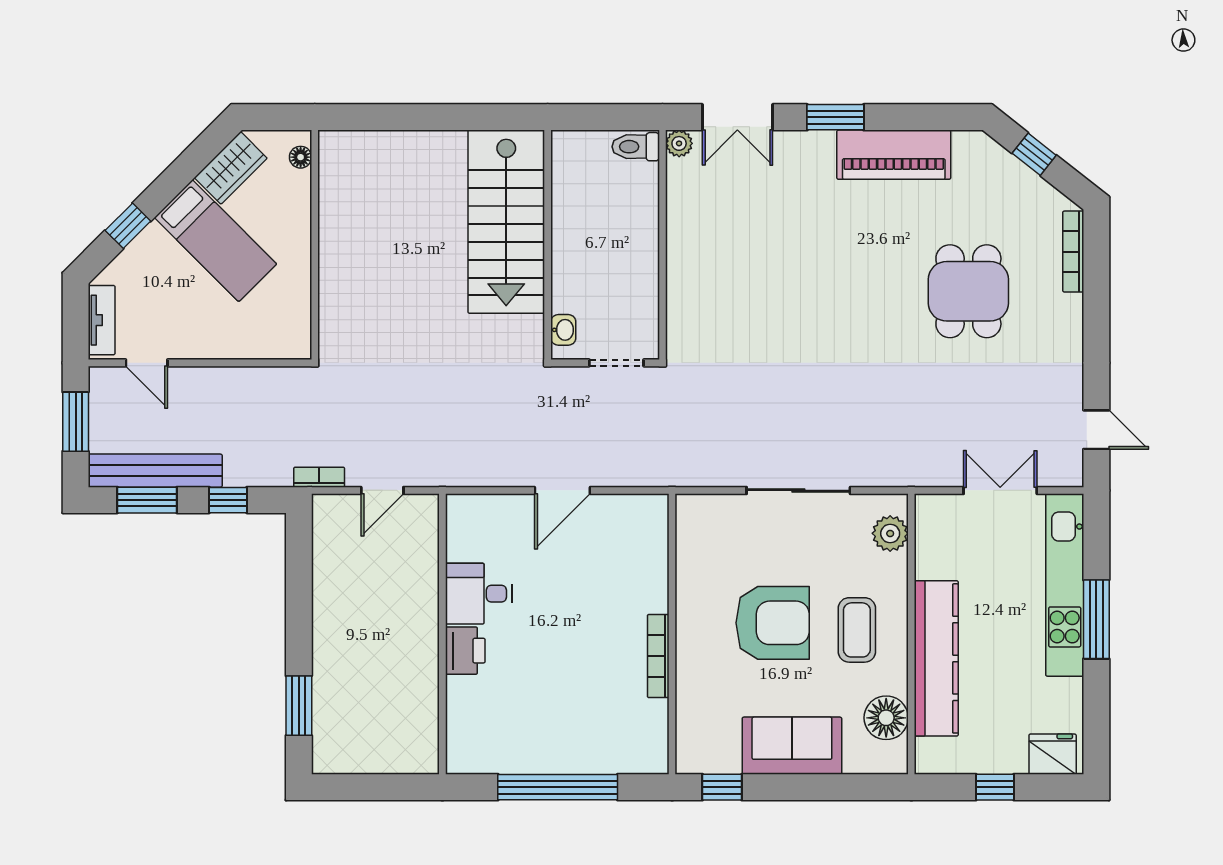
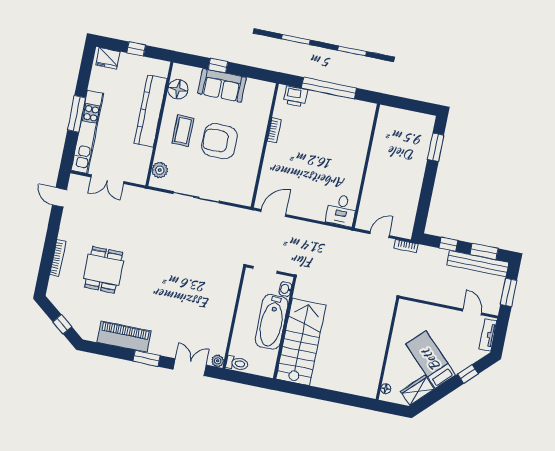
bathtub: (579, 252) -> (272, 322), added
bookcase: (1073, 252) -> (58, 258), moved
door: (562, 490) -> (273, 213), moved
desk: (479, 594) -> (341, 210), moved, turned 90
printer: (465, 651) -> (295, 96), moved, turned -90
bookcase: (658, 656) -> (274, 130), width x0.64
window: (722, 787) -> (218, 66), moved

